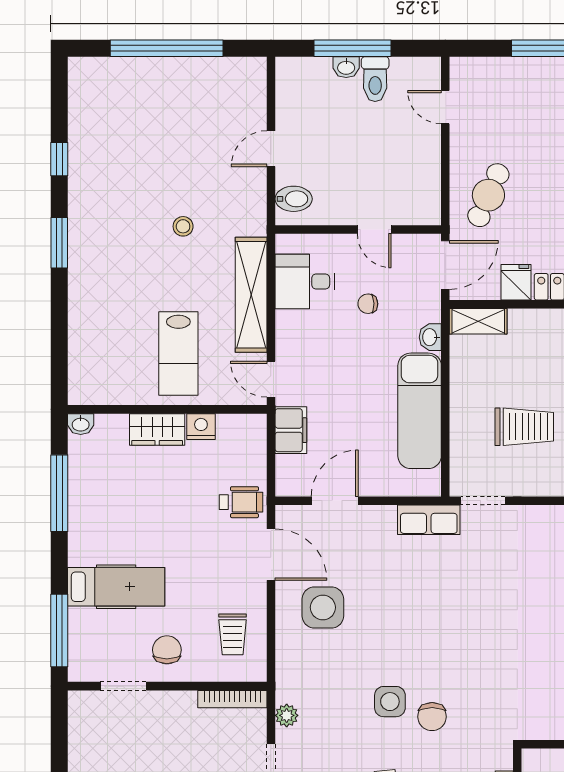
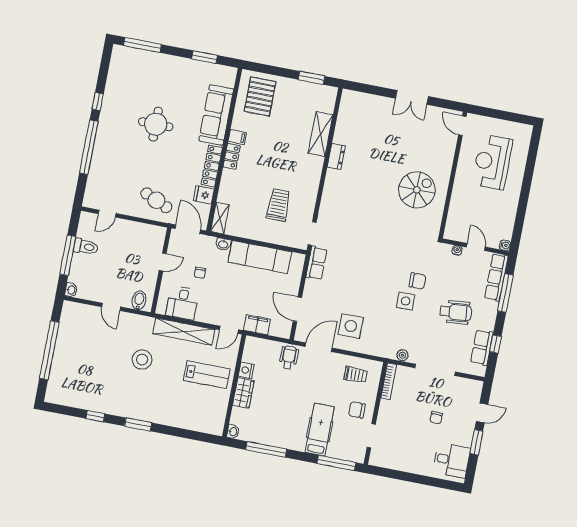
washbasin: (346, 67) -> (71, 290), moved
stool: (183, 226) -> (142, 360), width x1.89, depth x1.89

